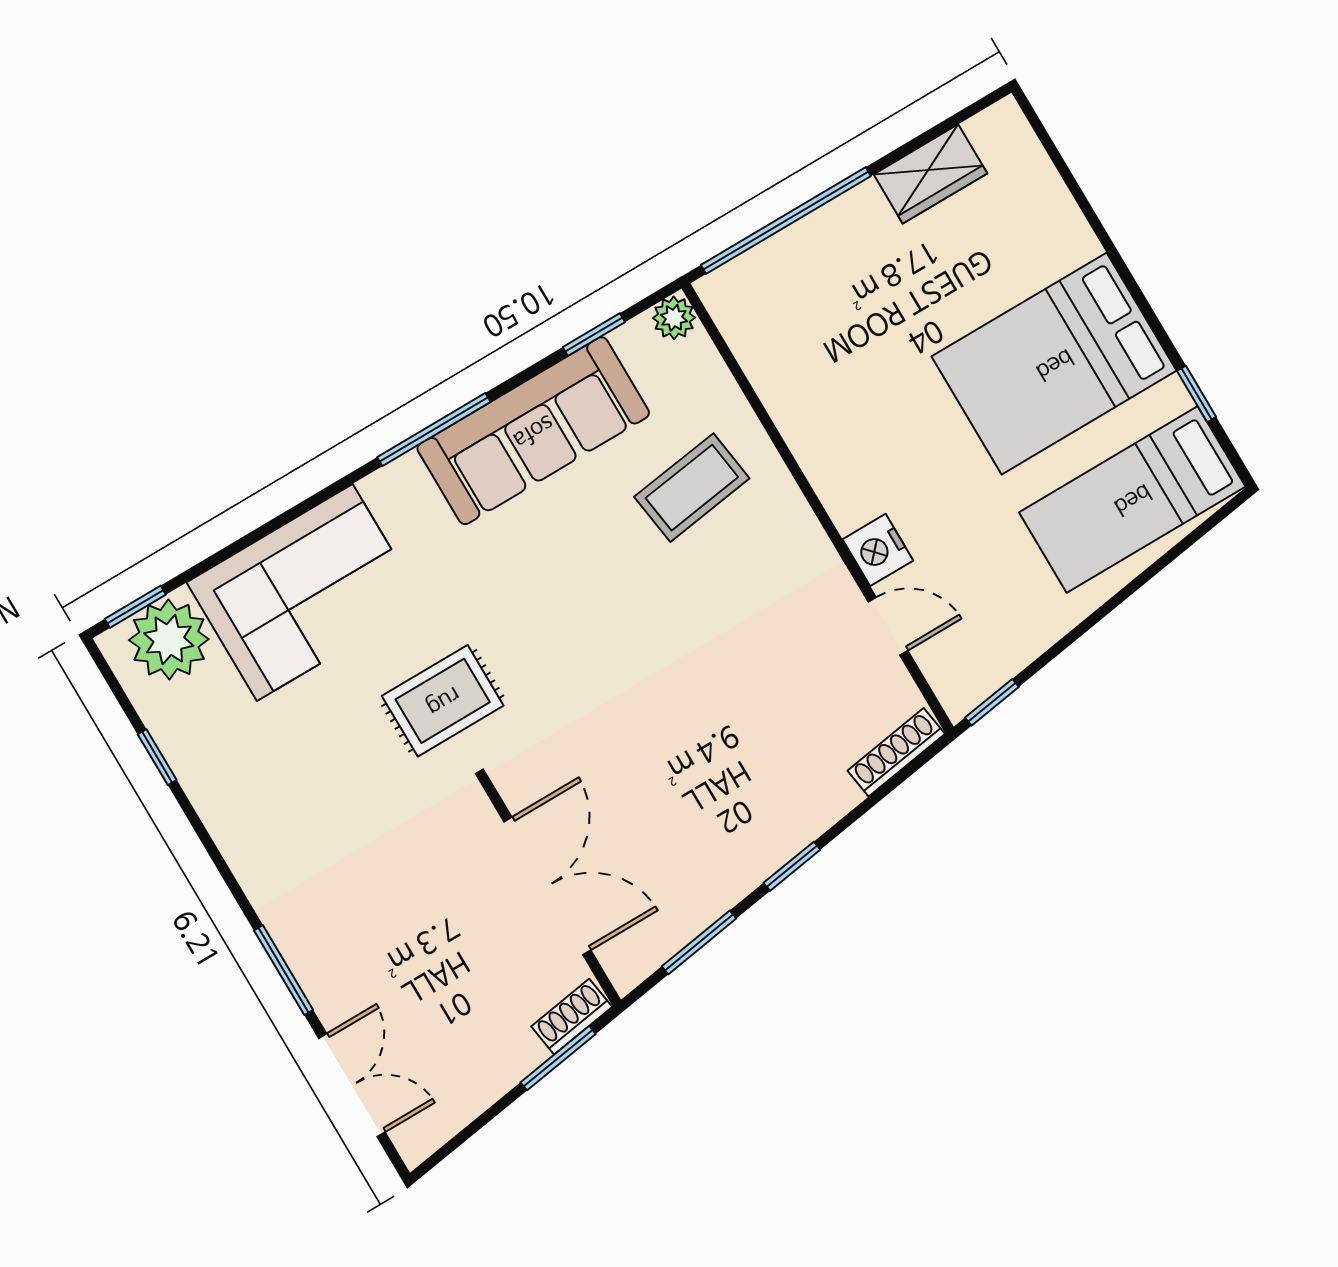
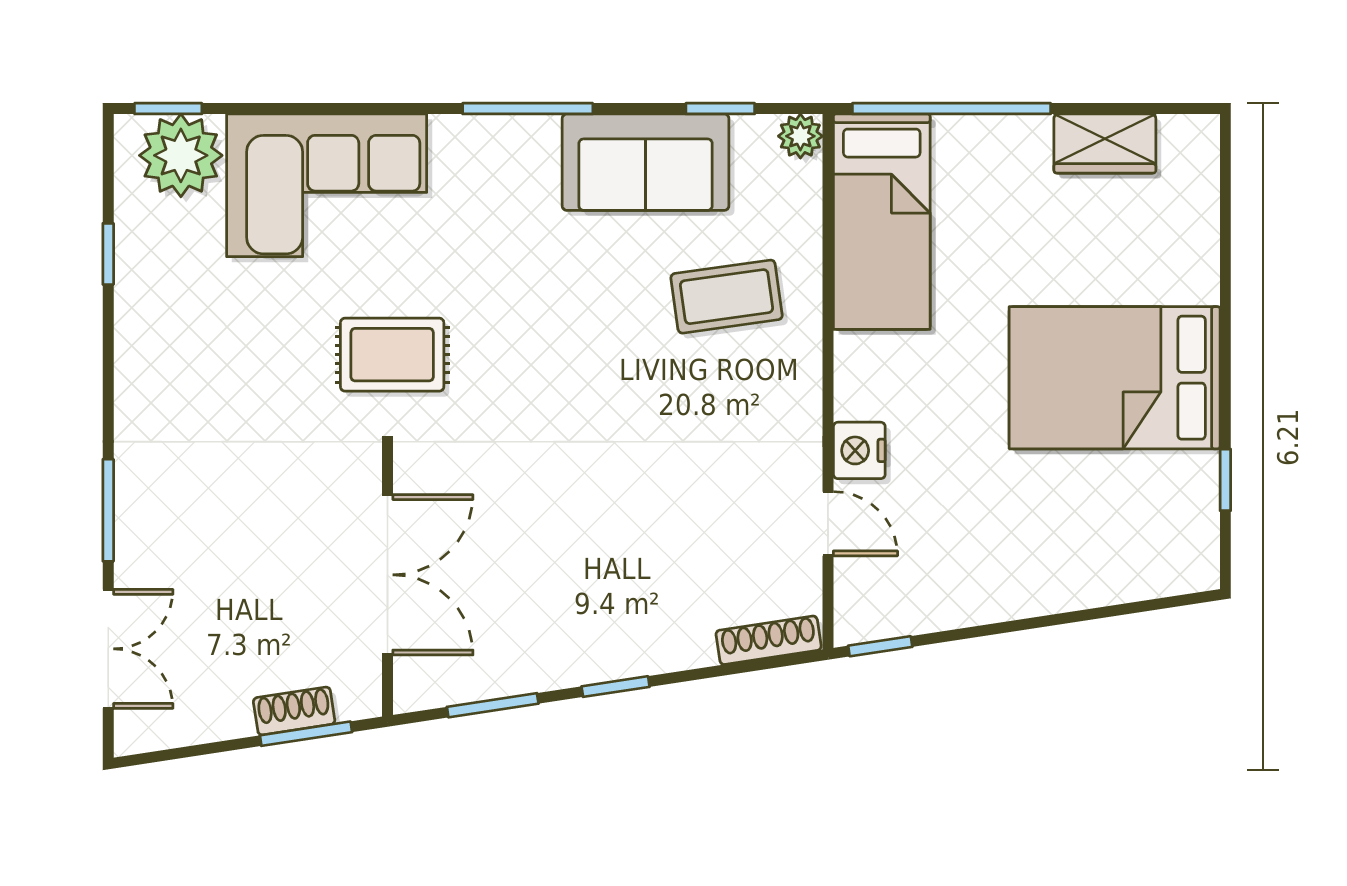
sofa: (533, 431) -> (646, 162), width x0.73
bed: (1132, 499) -> (882, 222), moved, turned -90
shoe rack: (572, 1017) -> (294, 711), moved

